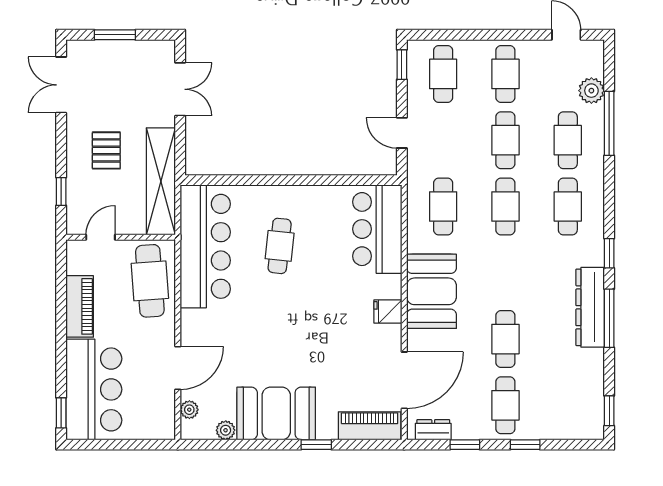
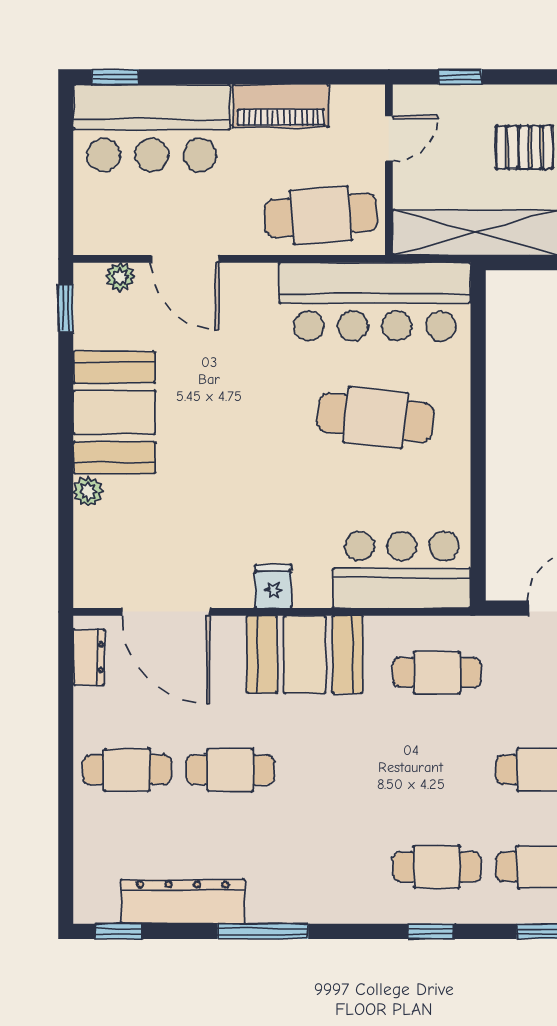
cafe table: (505, 206) -> (437, 770), removed
door: (101, 237) -> (389, 138), hinge flipped
cafe table: (280, 246) -> (375, 418), width x1.37, depth x1.35
window: (609, 253) -> (431, 931), moved
dresser: (590, 307) -> (183, 902), moved
piano: (370, 426) -> (95, 558), removed
plant: (226, 430) -> (88, 491), moved
window: (316, 445) -> (66, 308), moved
window: (465, 445) -> (66, 707), removed
window: (525, 445) -> (66, 800), removed

